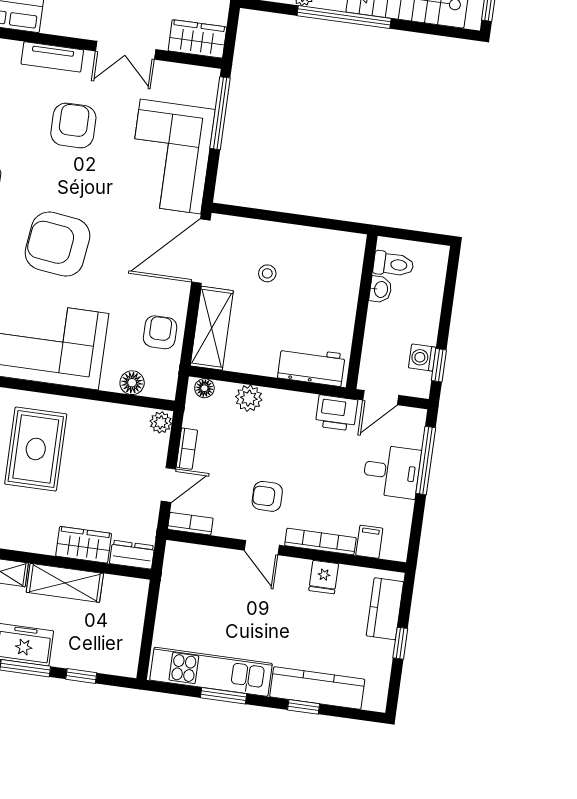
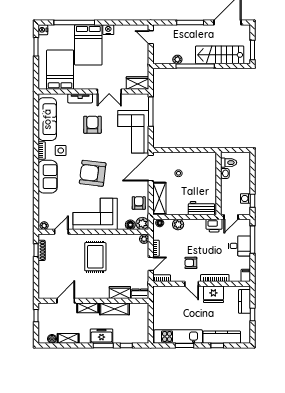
plant: (162, 383) -> (142, 223), added
filing cabinet: (369, 542) -> (246, 275), moved
fridge: (324, 577) -> (213, 294), width x1.88, depth x1.34

